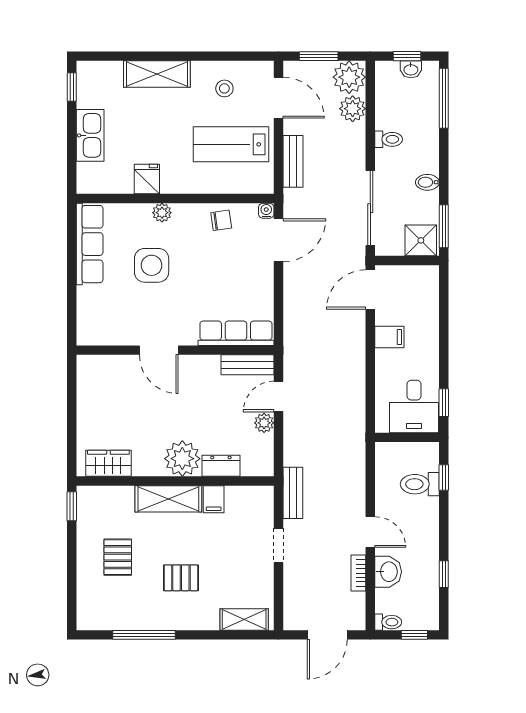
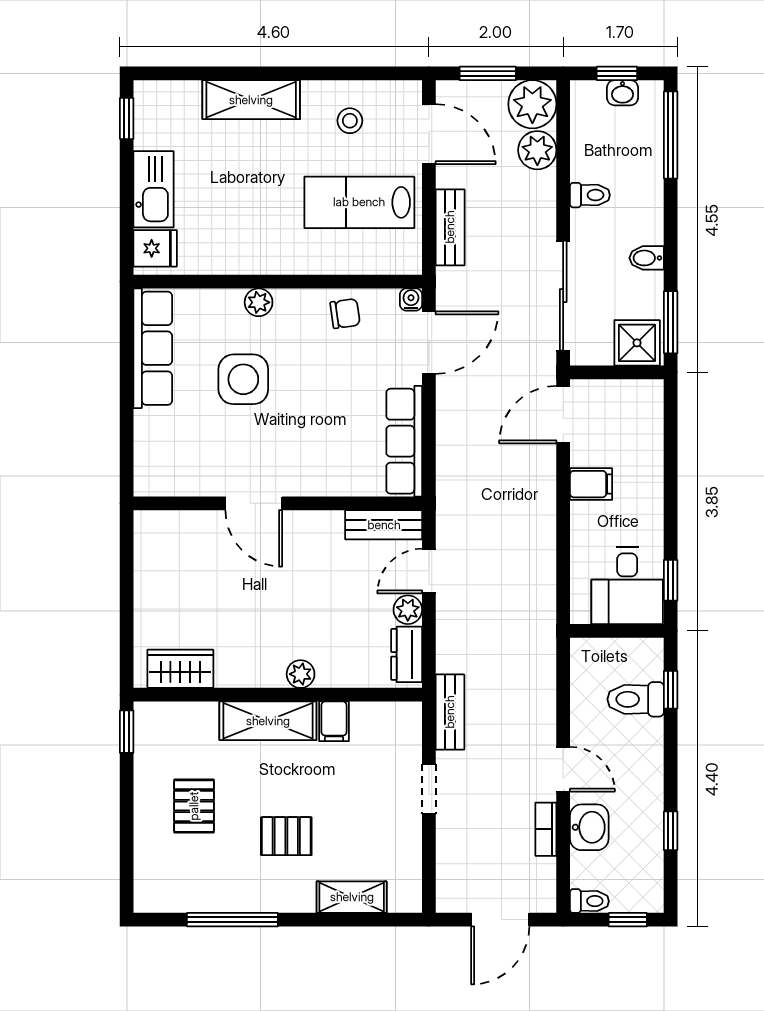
fridge: (147, 179) -> (155, 248), moved, turned 90
row of seats: (236, 333) -> (404, 441), moved, turned -90
plant: (182, 459) -> (301, 674), width x0.53, depth x0.53
dresser: (221, 466) -> (407, 654), moved, turned -90
shelving: (244, 619) -> (352, 897), moved

